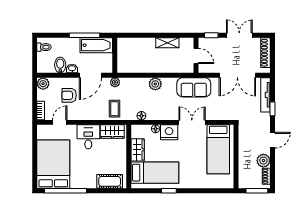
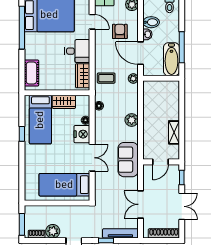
double door: (237, 75) -> (141, 204), width x0.73

